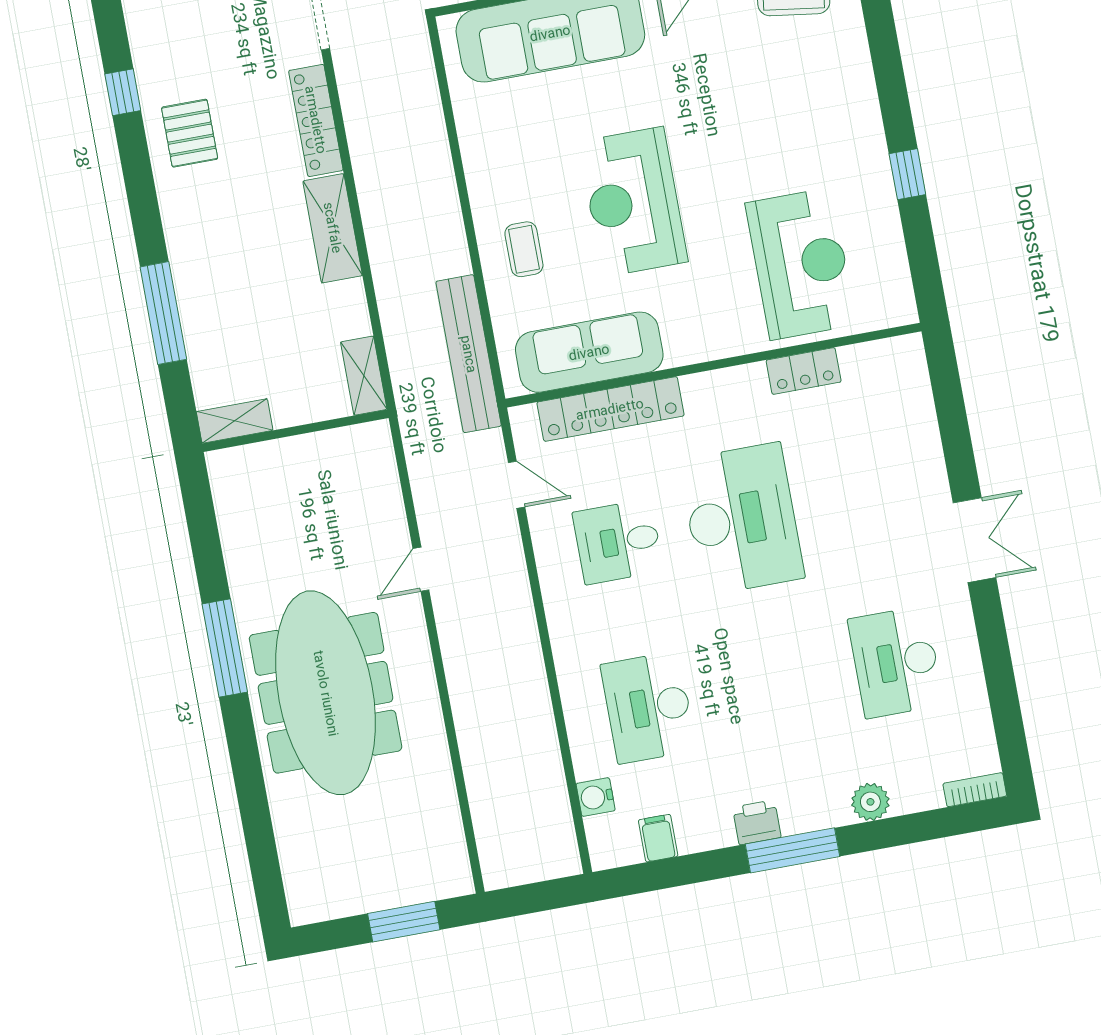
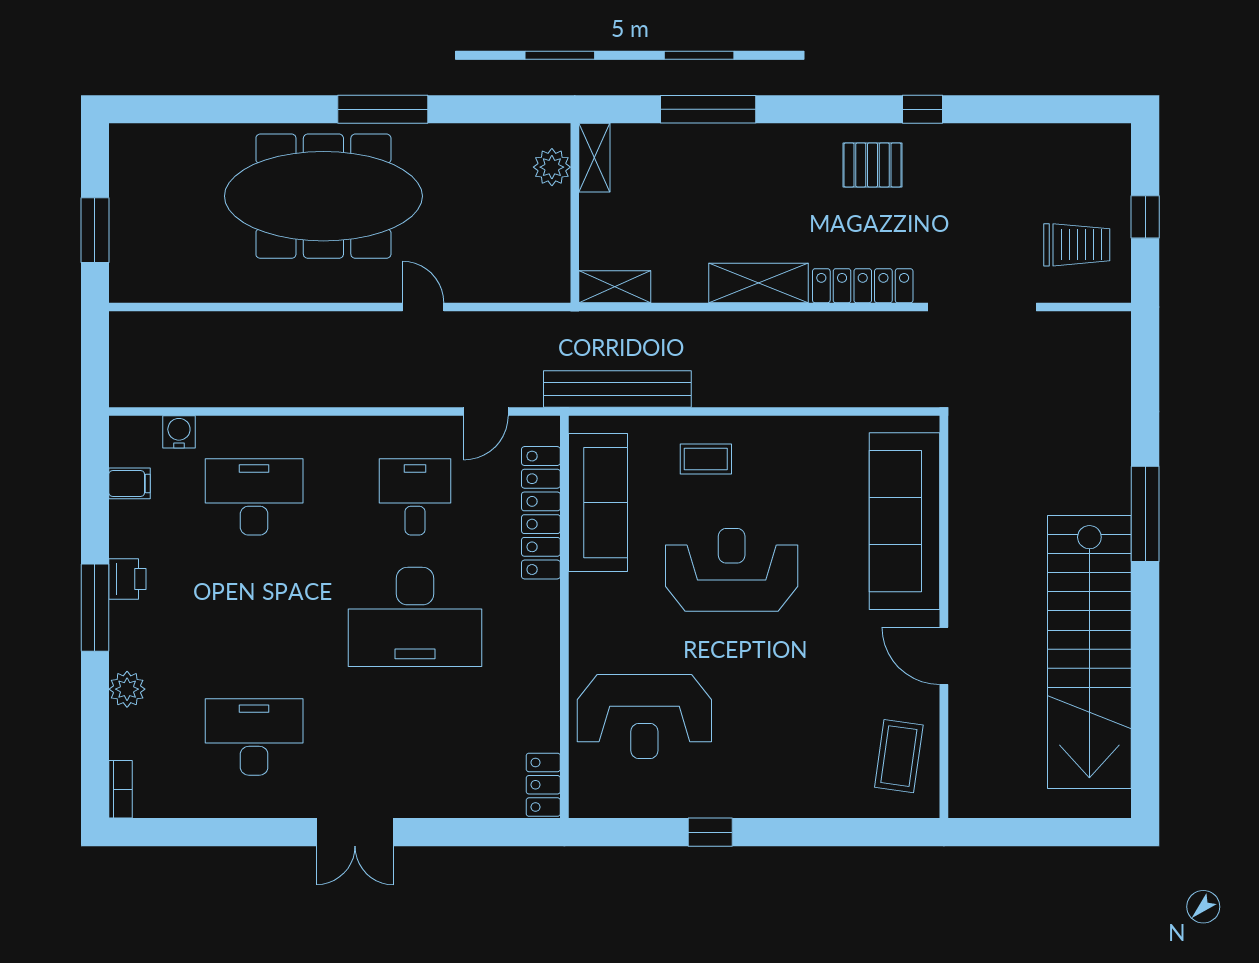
locker: (804, 371) -> (543, 785), moved
plant: (252, 463) -> (552, 167), added

